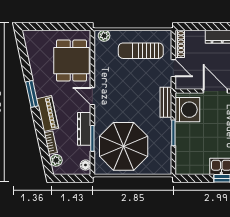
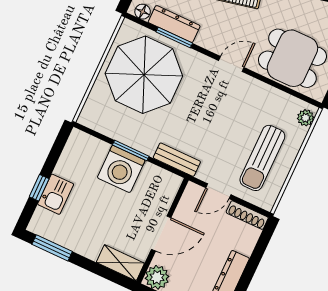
sun lounger: (141, 51) -> (262, 158), turned 180
washing machine: (187, 110) -> (121, 169), moved
dresser: (84, 129) -> (174, 24), moved

